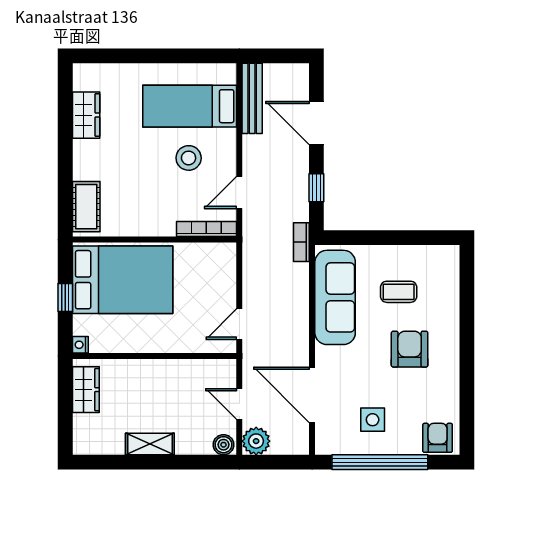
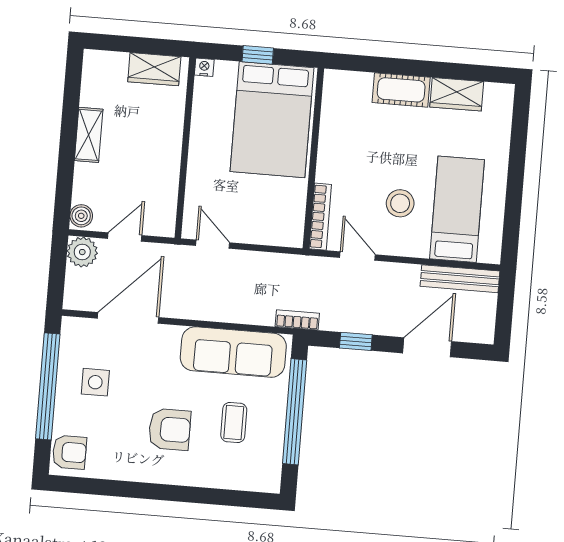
cot: (86, 207) -> (401, 90), moved
window: (384, 238) -> (295, 412), added

